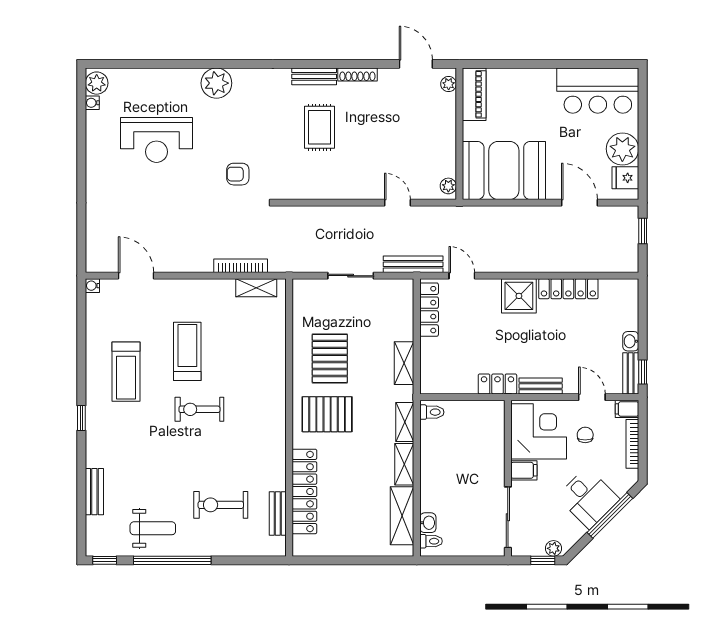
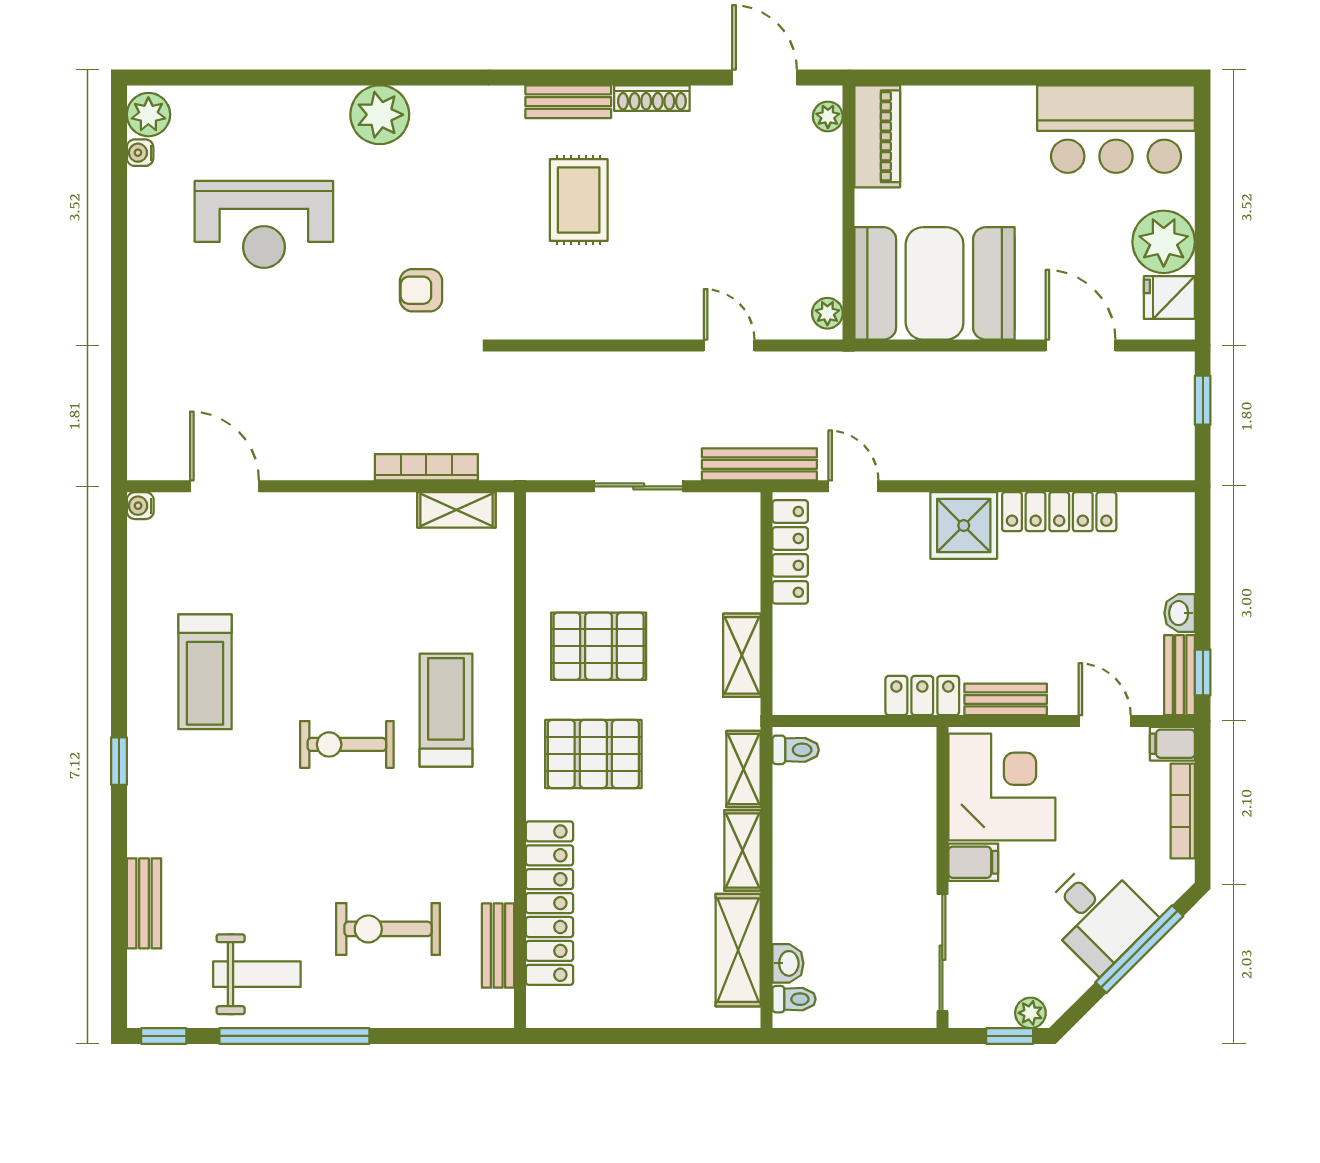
treadmill: (187, 351) -> (446, 710), moved
pallet: (330, 358) -> (599, 646), turned 90
chair: (585, 435) -> (1092, 794), removed

